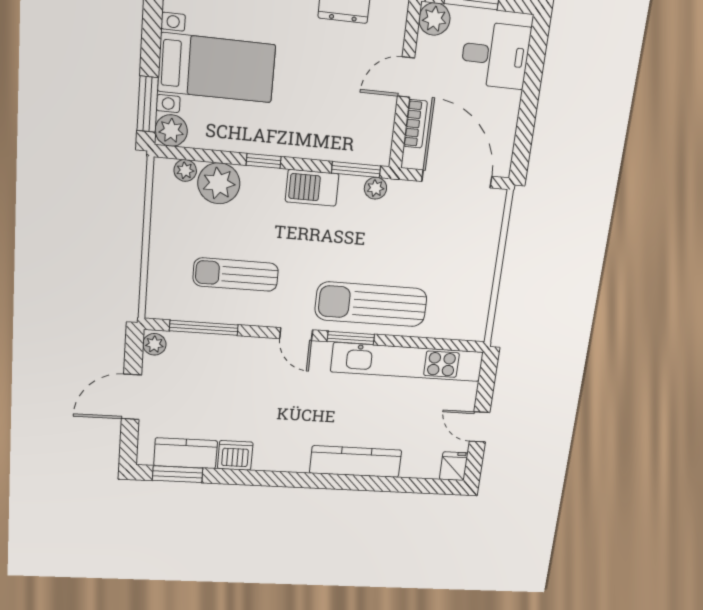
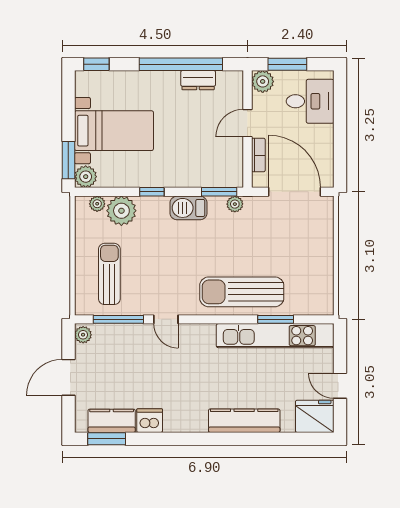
sun lounger: (236, 275) -> (109, 274), moved, turned 90
door: (296, 334) -> (166, 319), moved
window: (351, 338) -> (276, 319), moved
fridge: (454, 466) -> (315, 416), width x1.88, depth x1.34

